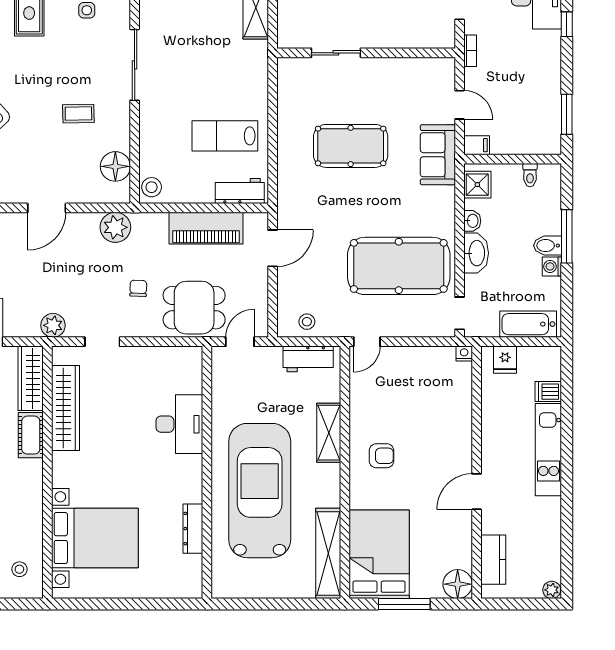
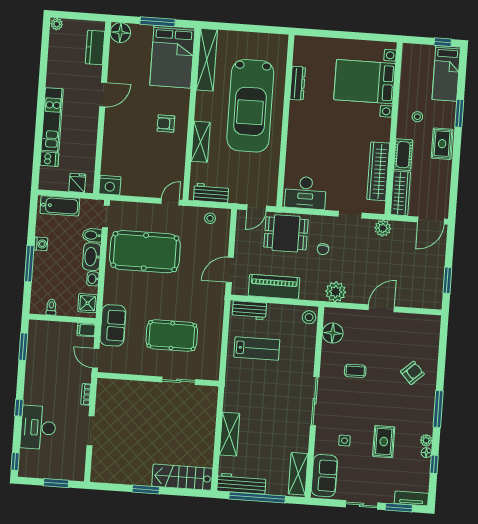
sliding door: (336, 53) -> (179, 381), moved
wall: (366, 53) -> (158, 379), moved
bidet: (548, 246) -> (92, 235), moved, turned 180
nightstand: (464, 354) -> (110, 185), width x1.89, depth x1.79
desk: (179, 424) -> (306, 193), moved, turned -90
stool: (19, 569) -> (417, 117), moved

